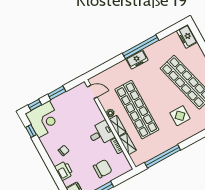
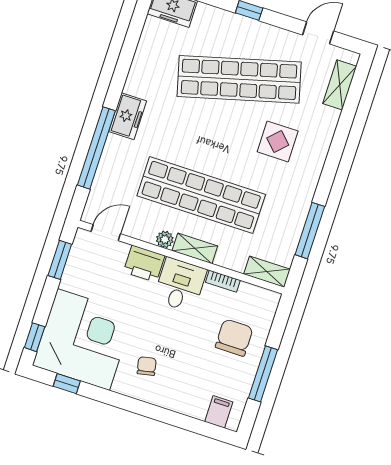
window: (141, 47) -> (96, 148), moved
window: (57, 93) -> (60, 260), moved
corner desk: (44, 119) -> (83, 339), width x1.36, depth x1.36
shelving: (128, 144) -> (267, 272), moved
window: (163, 156) -> (310, 231), width x0.68
printer: (64, 171) -> (144, 264), moved, turned 180

